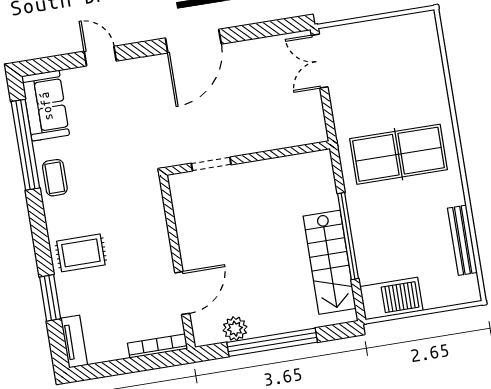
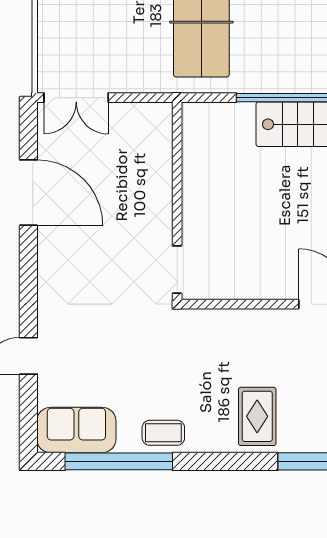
door: (193, 41) -> (28, 193), moved
doorway: (211, 164) -> (177, 270), moved

